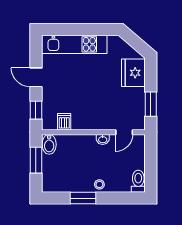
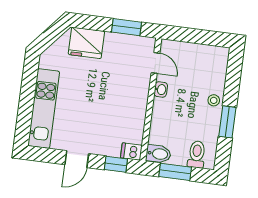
dishwasher: (64, 122) -> (131, 152), moved
toilet: (138, 181) -> (197, 154), moved, turned 90

